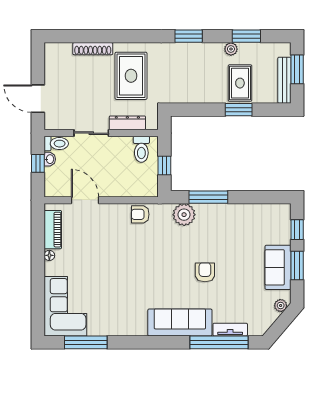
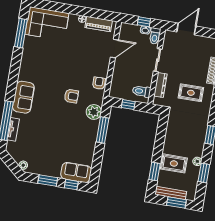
rug: (131, 76) -> (191, 93), width x0.73, depth x0.70
window: (239, 110) -> (155, 172), moved
sofa: (278, 267) -> (76, 172), moved
armchair: (205, 272) -> (71, 96), moved
sofa: (180, 323) -> (23, 97), width x0.73

